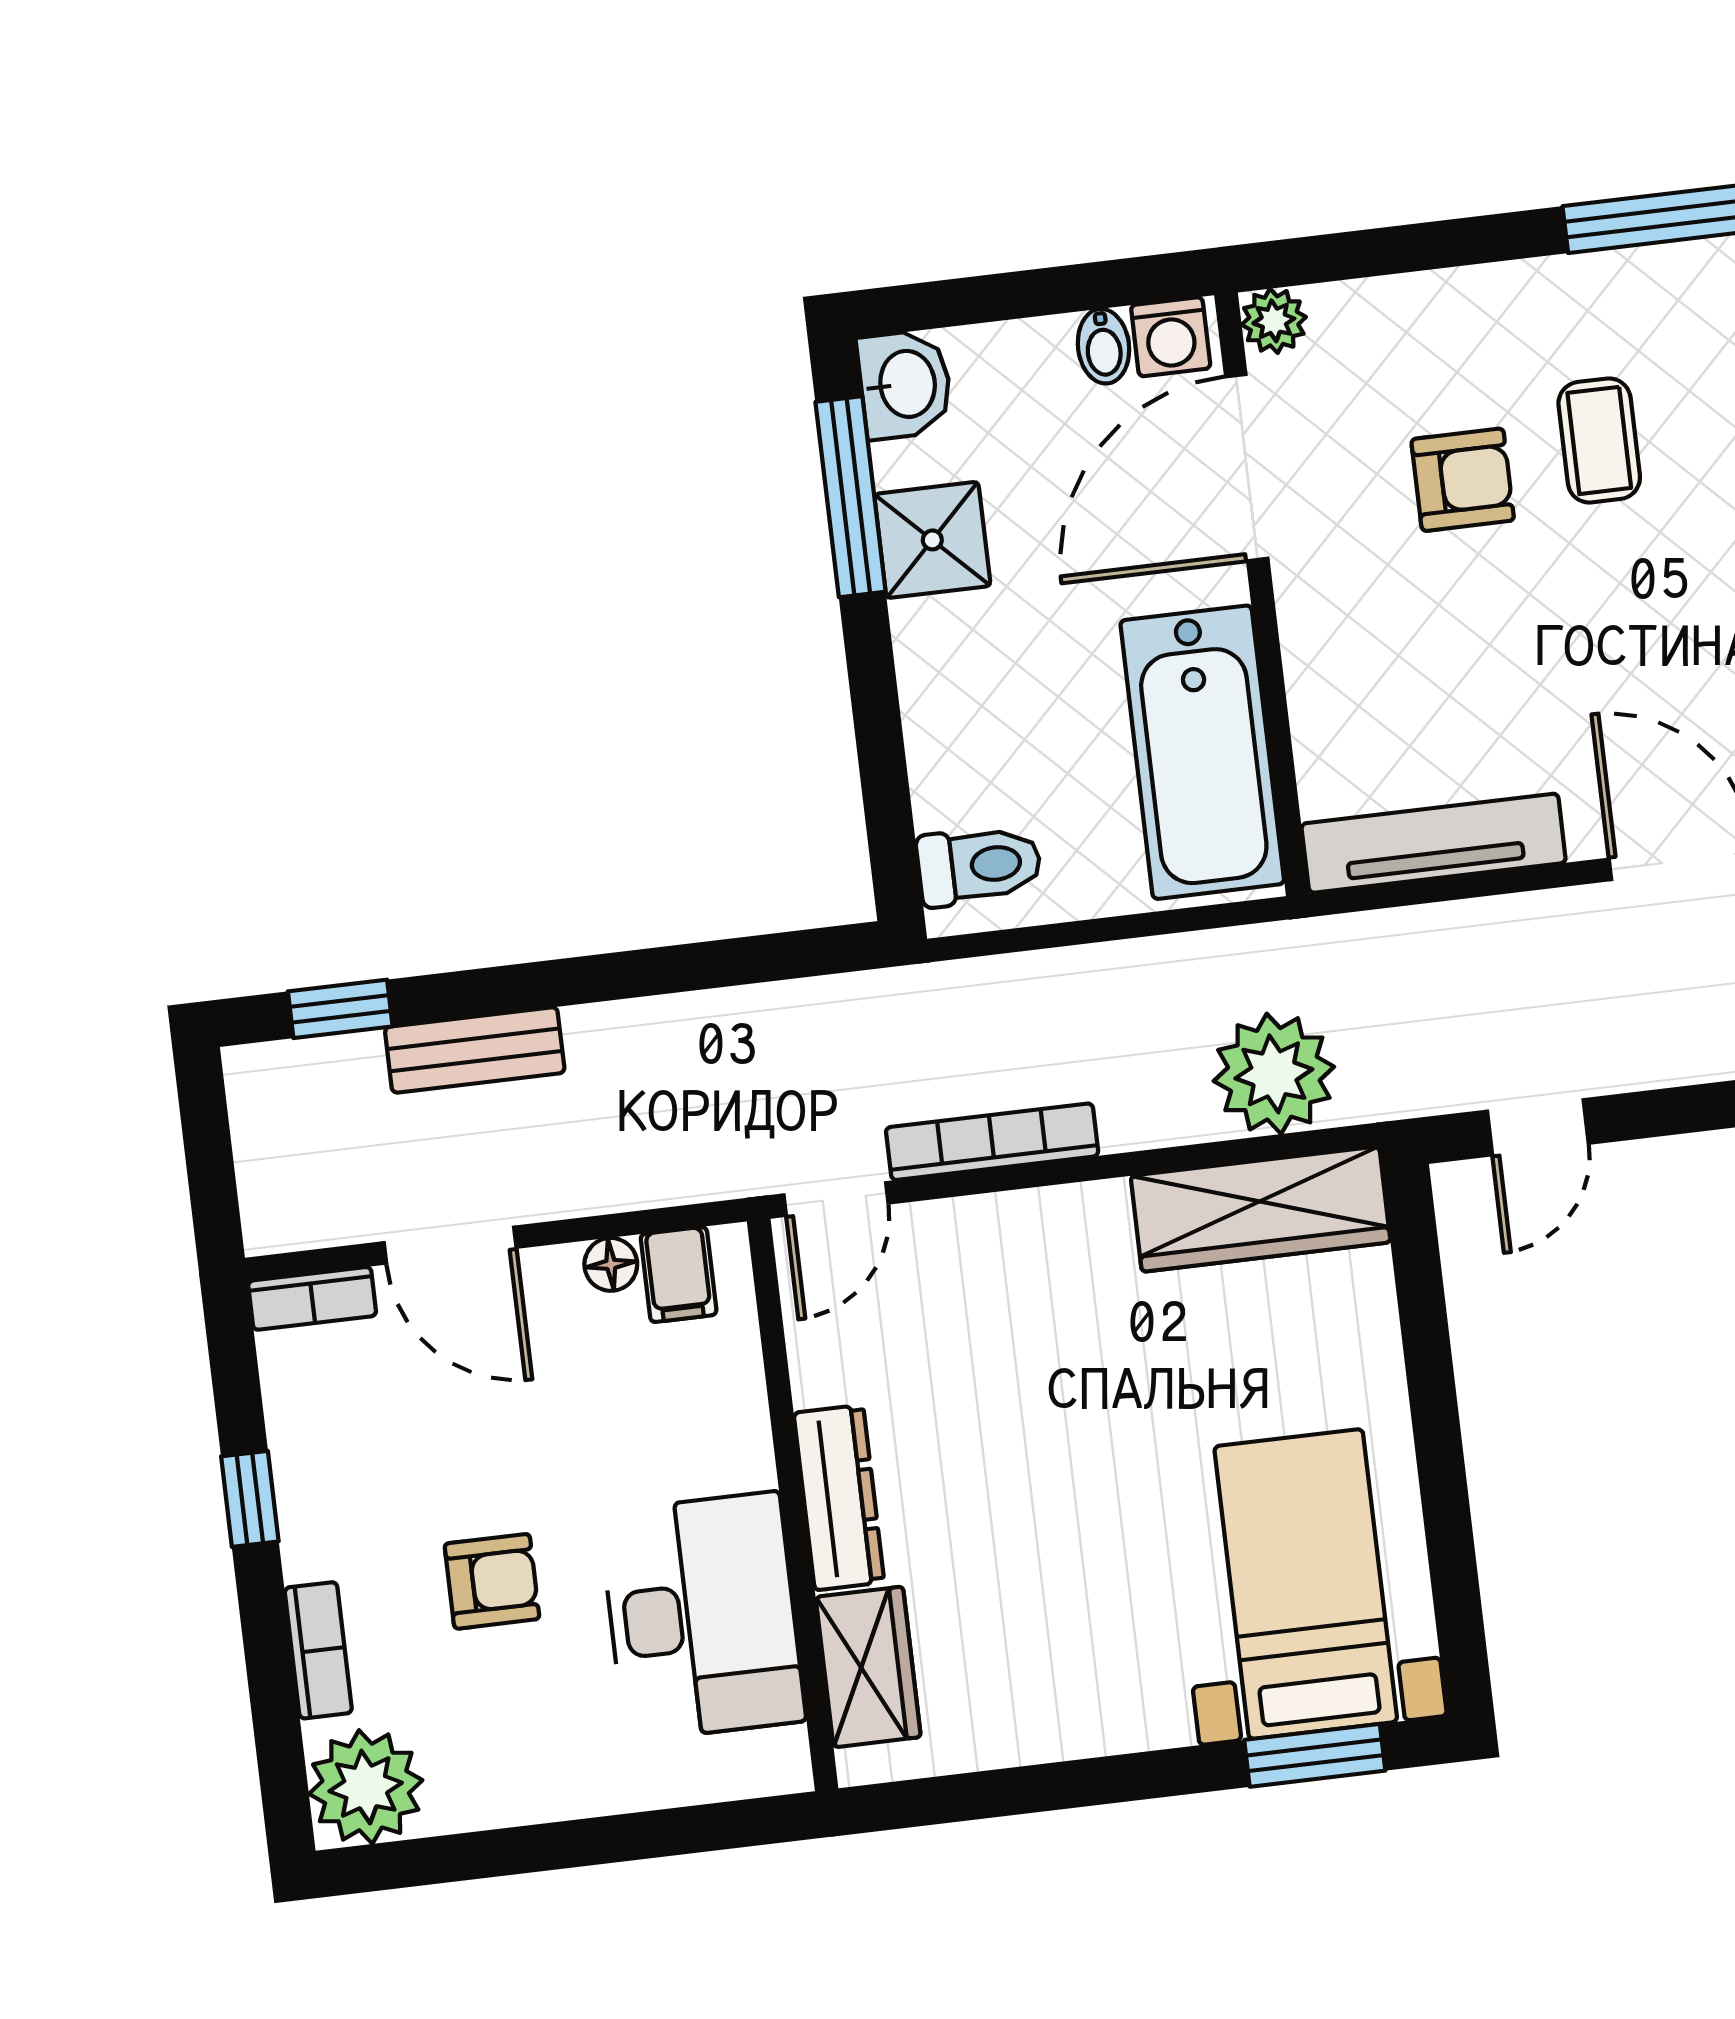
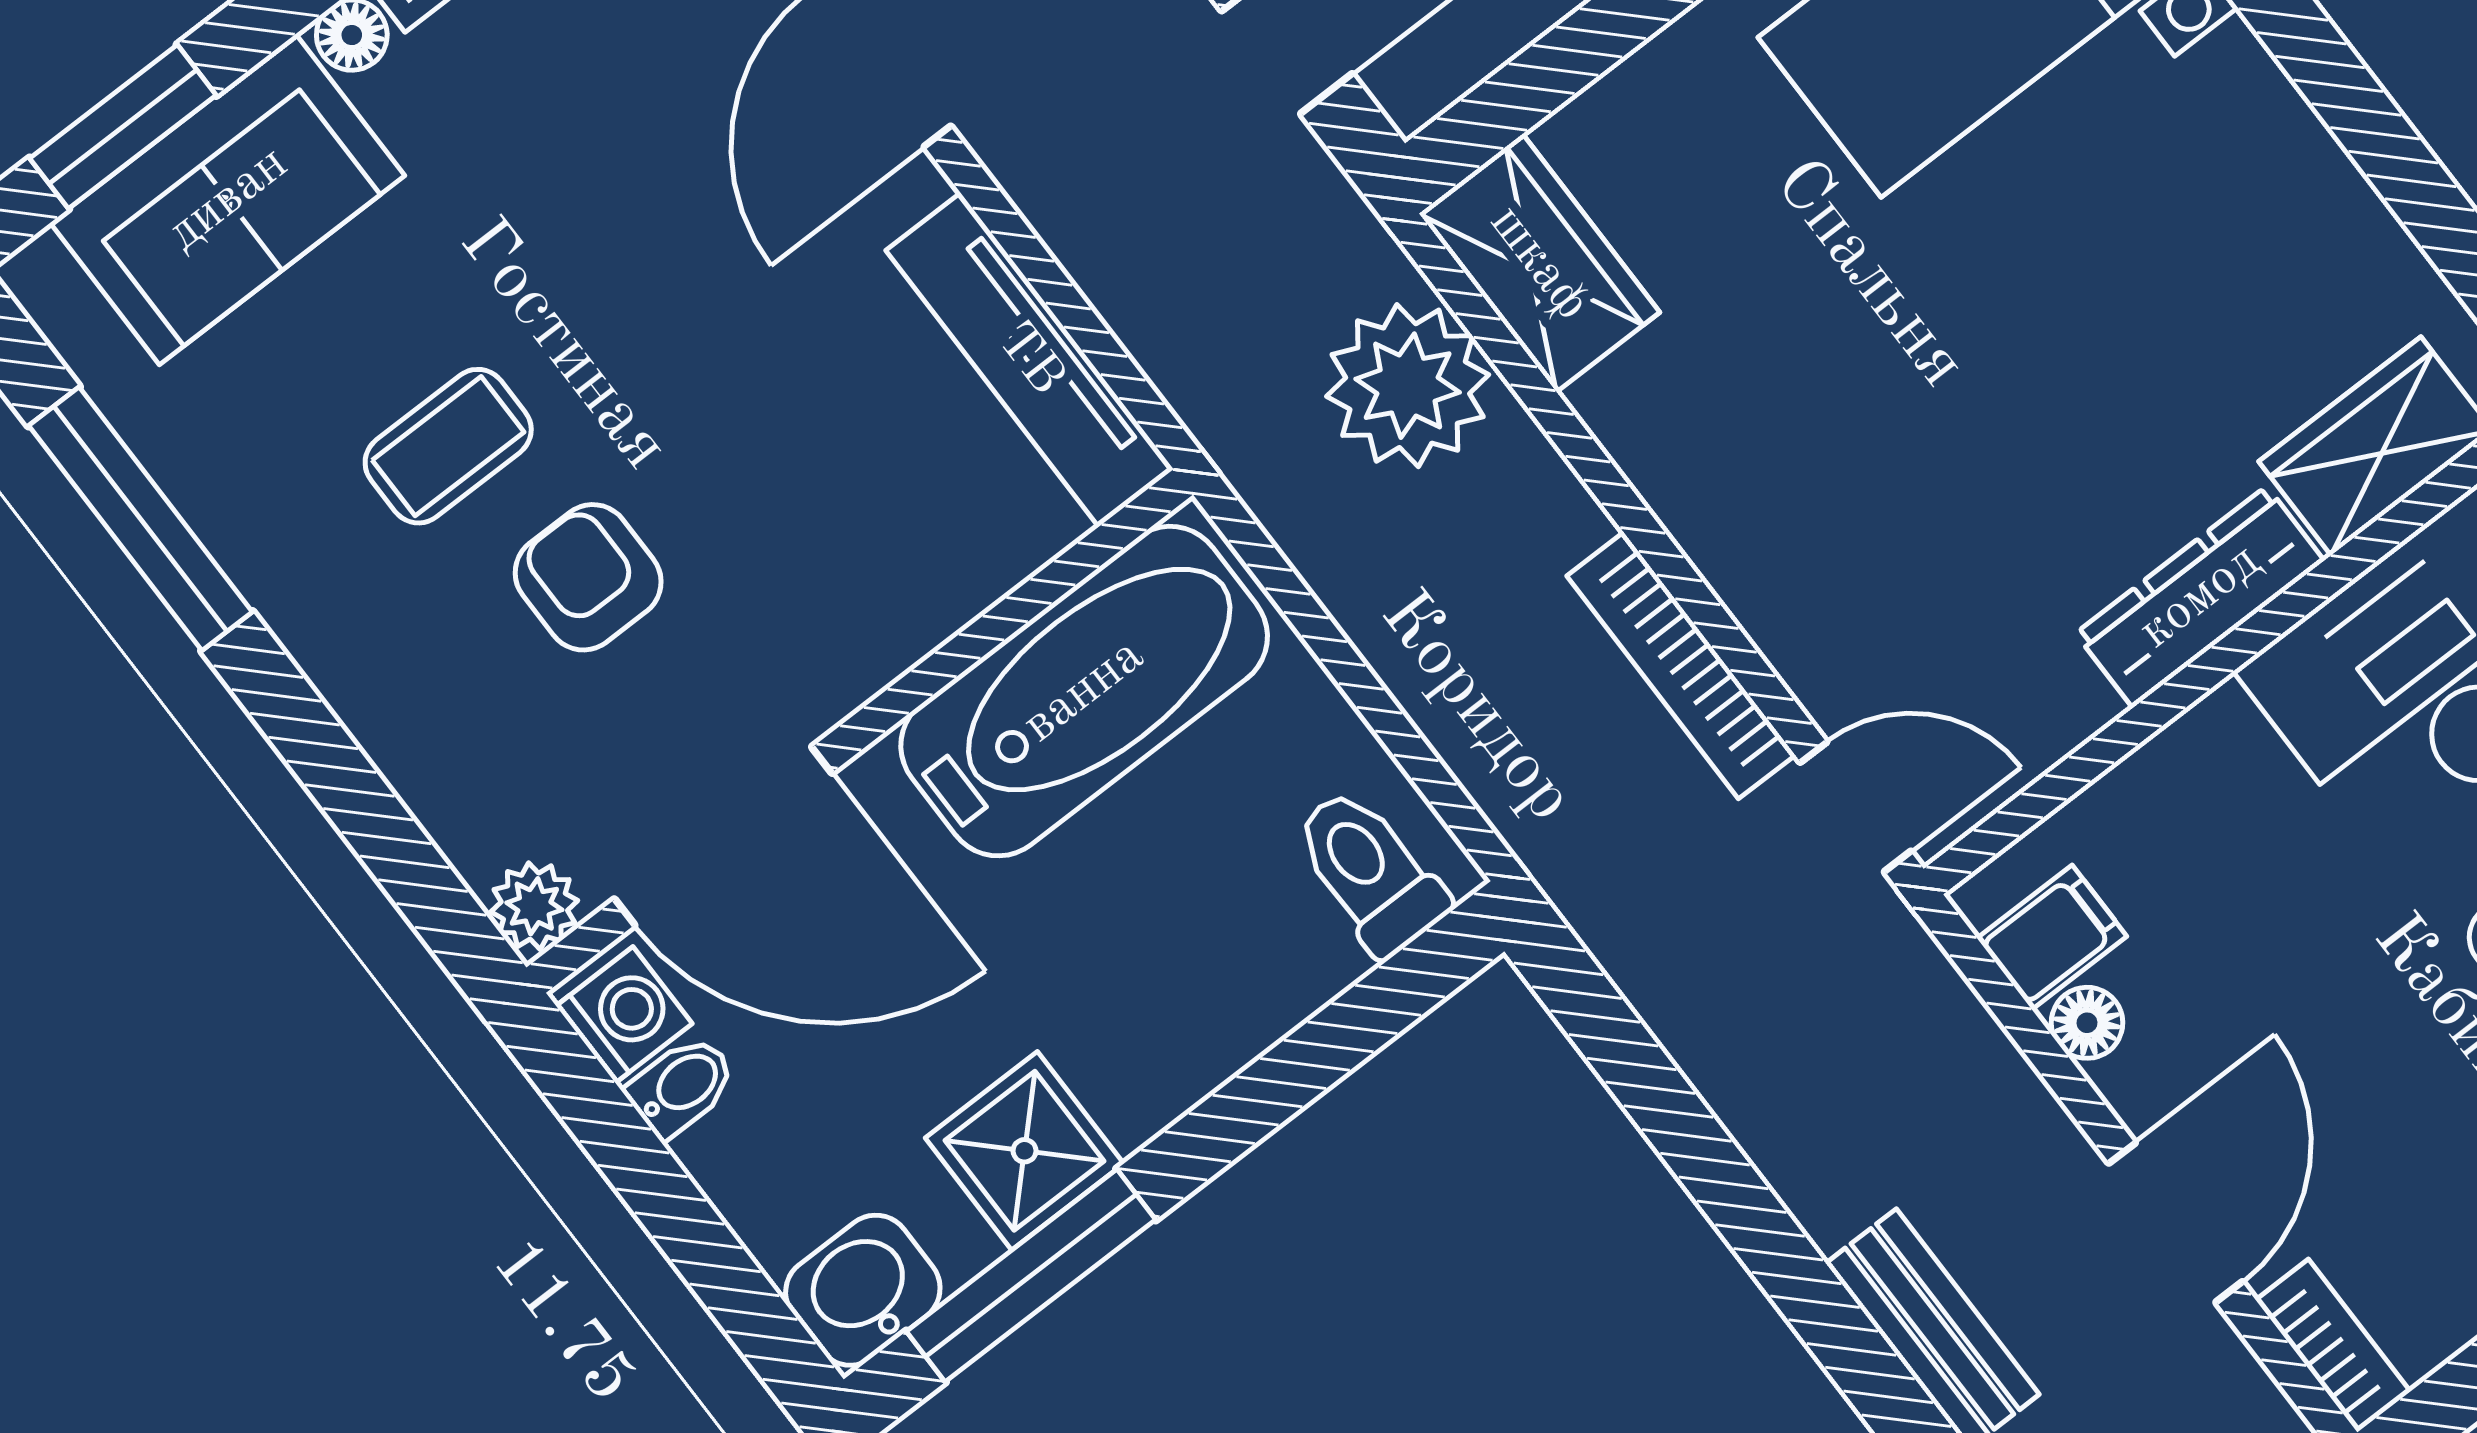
wardrobe: (1260, 1209) -> (1539, 263), width x0.67

